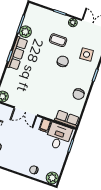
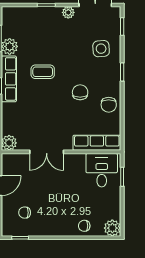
coffee table: (58, 40) -> (43, 72), moved
chair: (63, 61) -> (80, 92), moved
row of seats: (67, 119) -> (97, 143), width x1.48
filing cabinet: (45, 125) -> (79, 162), removed

